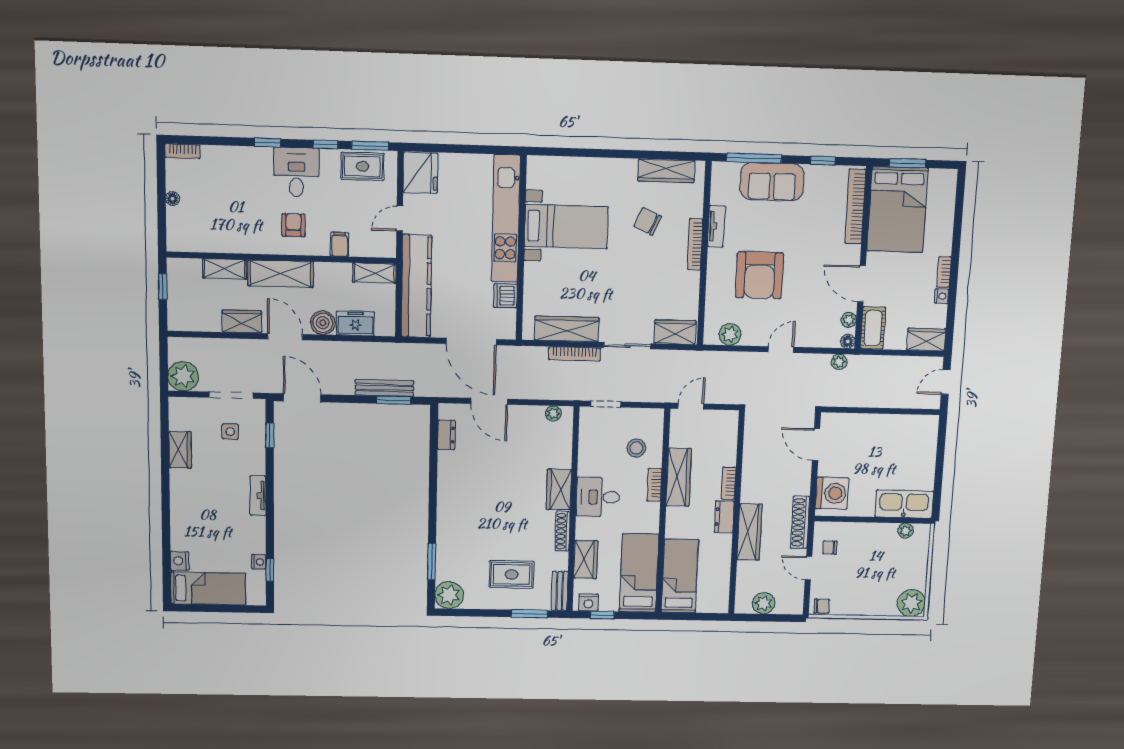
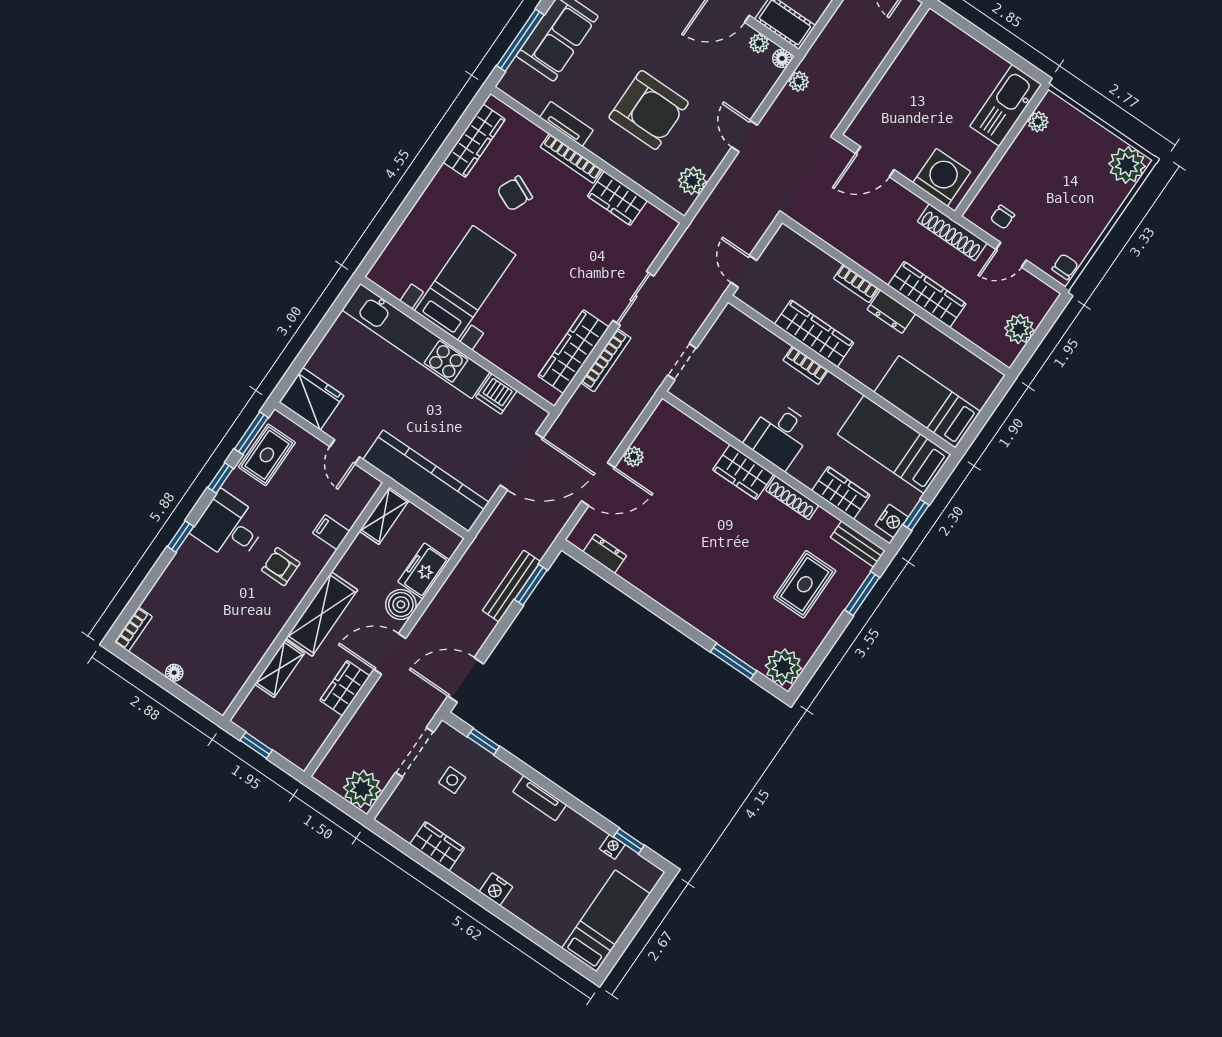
wardrobe: (675, 332) -> (617, 198), moved, turned -90
plant: (553, 413) -> (634, 457), moved
stool: (636, 448) -> (752, 359), removed
nightstand: (180, 561) -> (496, 889), moved

